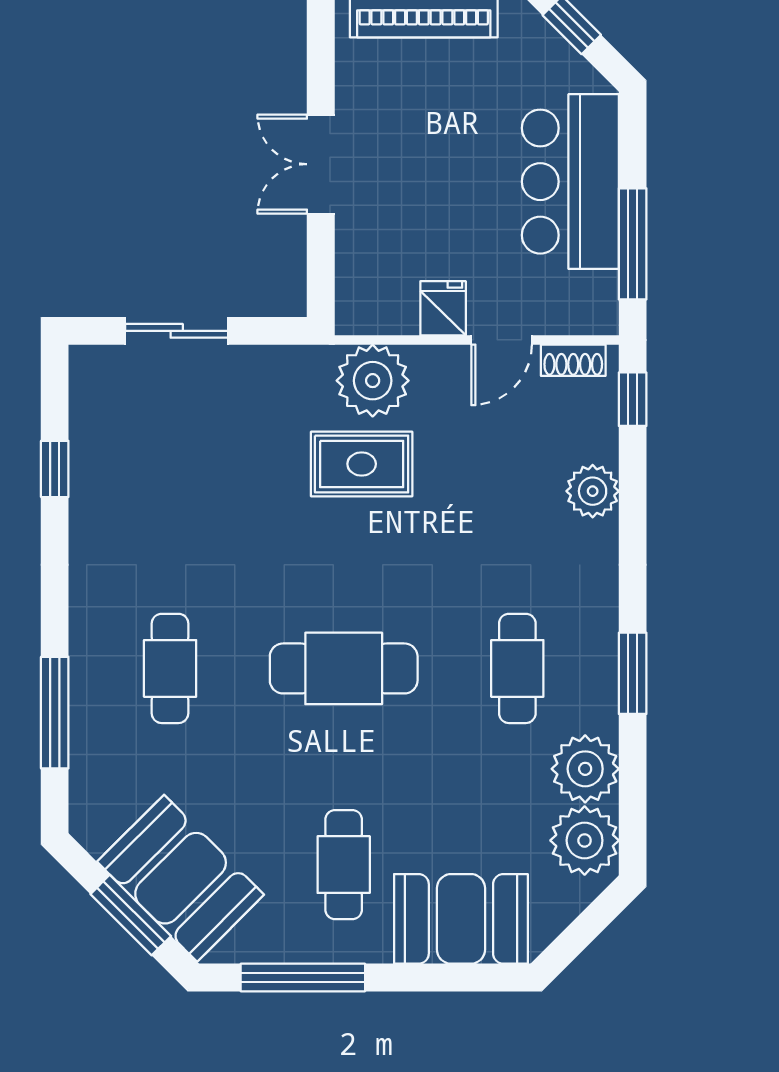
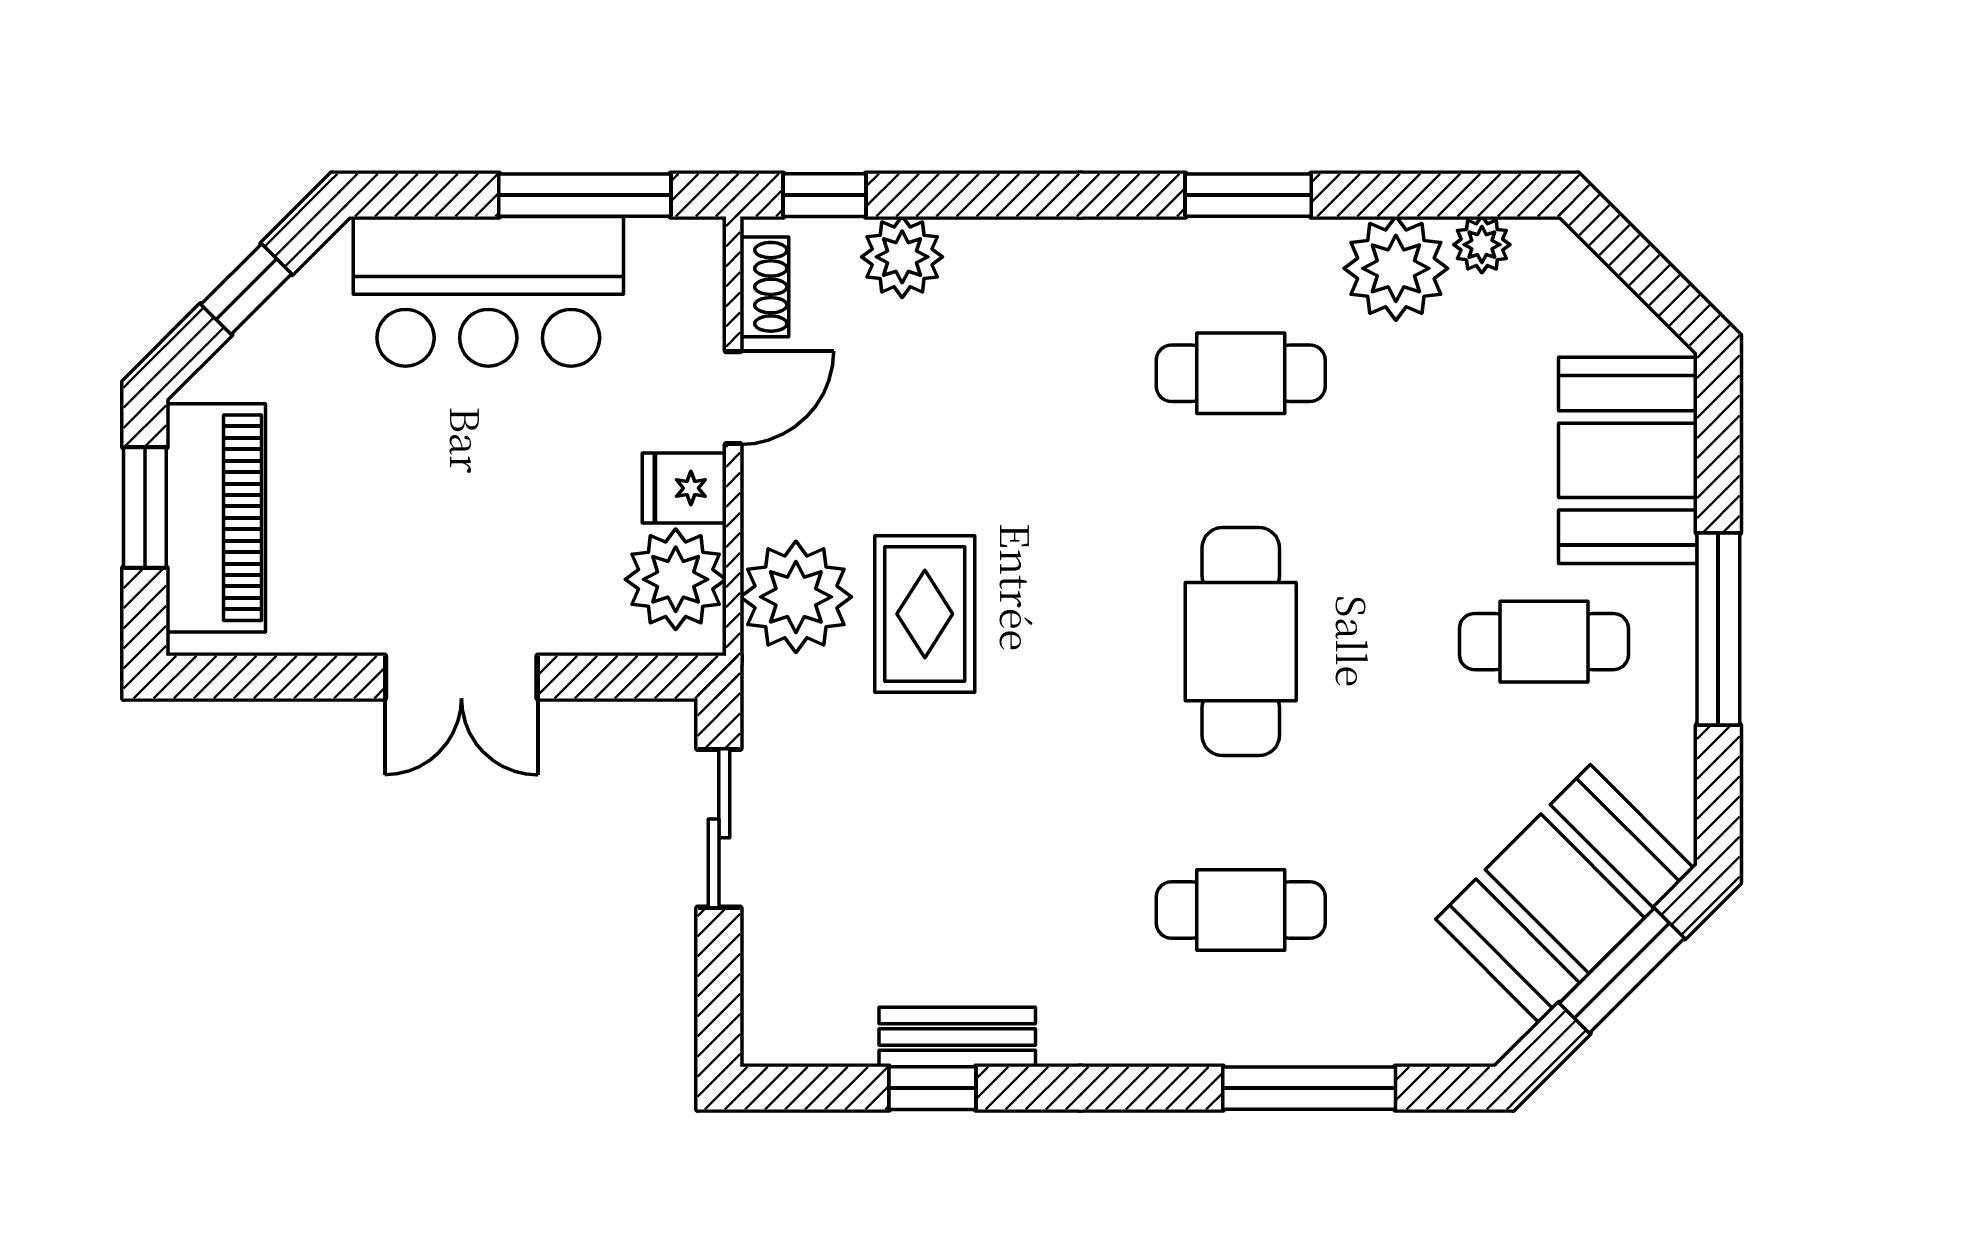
plant: (384, 303) -> (676, 579), added
sliding door: (177, 331) -> (719, 828), moved
door: (502, 340) -> (733, 398), hinge flipped
bench: (88, 485) -> (957, 1037), added
plant: (593, 491) -> (902, 257), moved
plant: (585, 840) -> (1482, 245), width x0.53, depth x0.53
window: (303, 977) -> (1718, 629), moved

